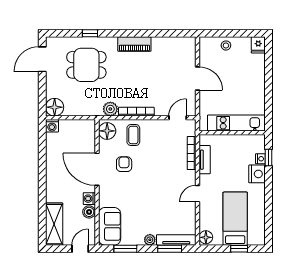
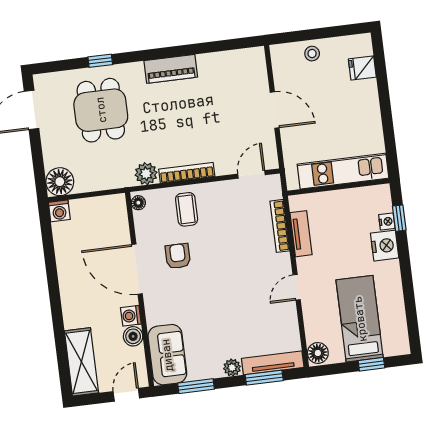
fridge: (258, 45) -> (362, 68), moved, turned 90
dining table: (86, 65) -> (101, 110), turned 90
floor lamp: (107, 131) -> (138, 203), width x0.53, depth x0.53

